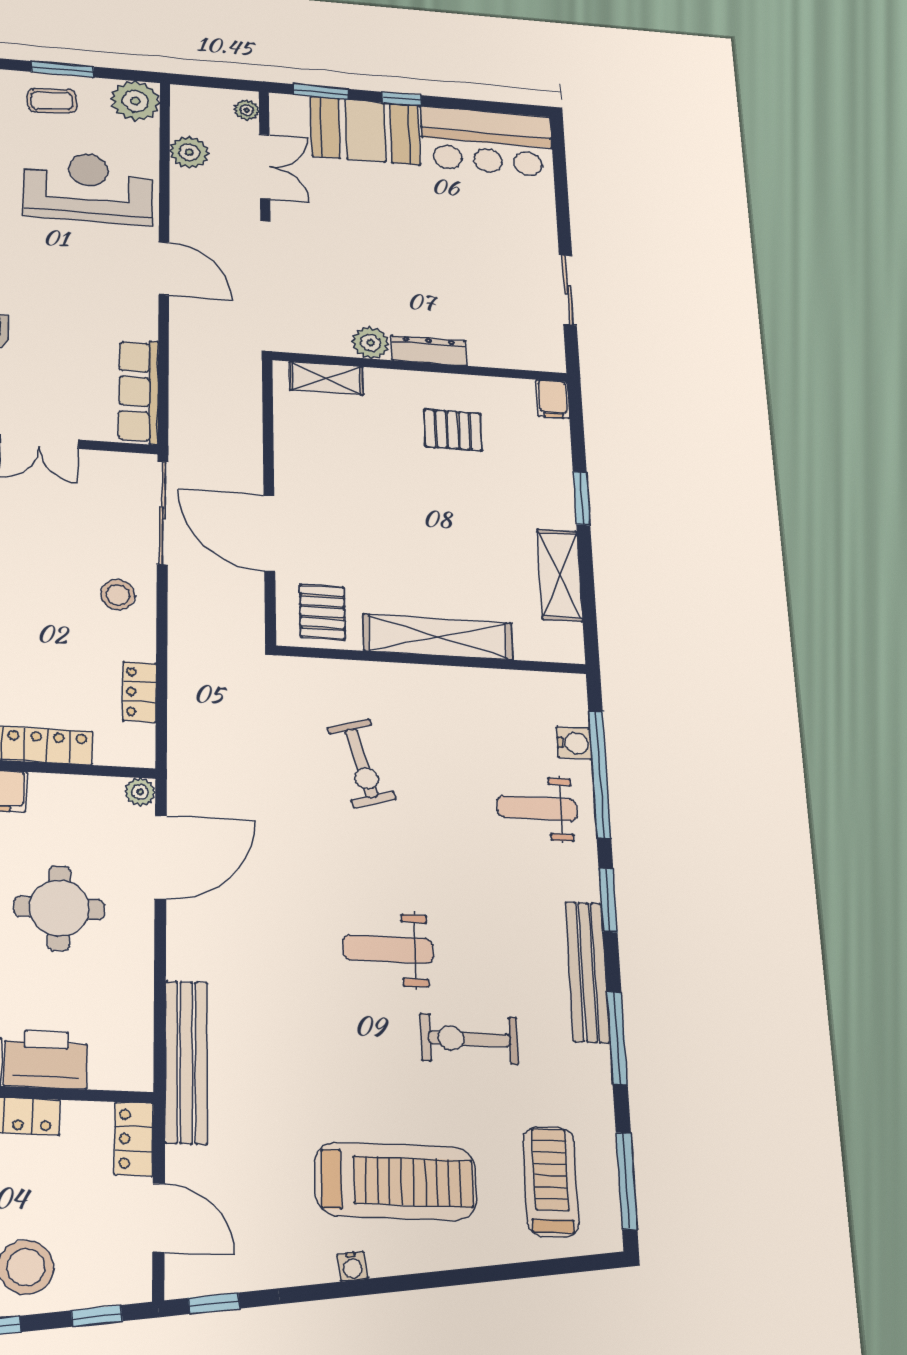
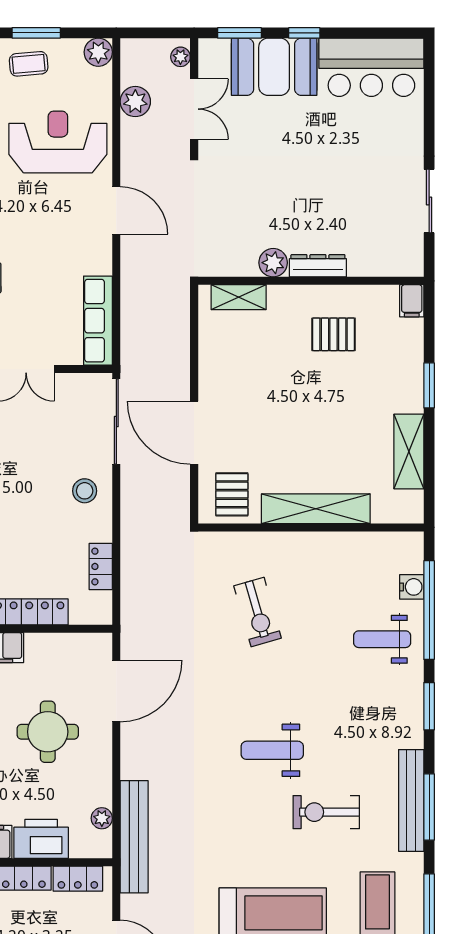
plant: (135, 101) -> (98, 52), width x0.73, depth x0.73
plant: (140, 792) -> (102, 818), moved
bench: (587, 972) -> (411, 800), moved
locker: (134, 1139) -> (78, 879), moved, turned -90

